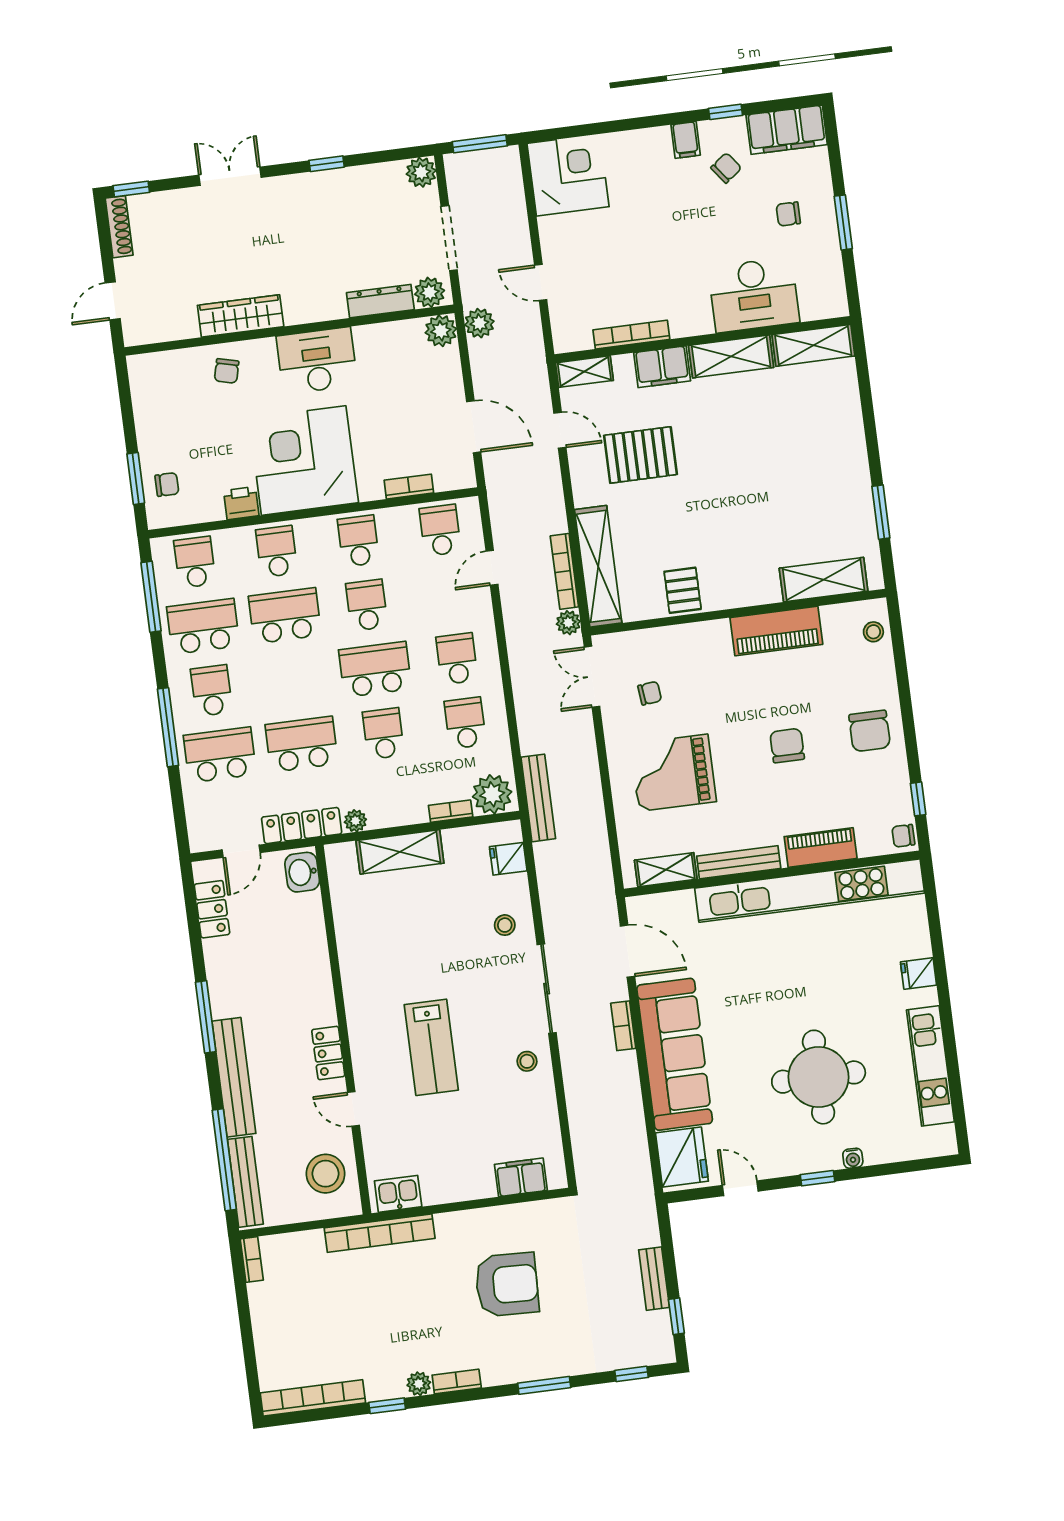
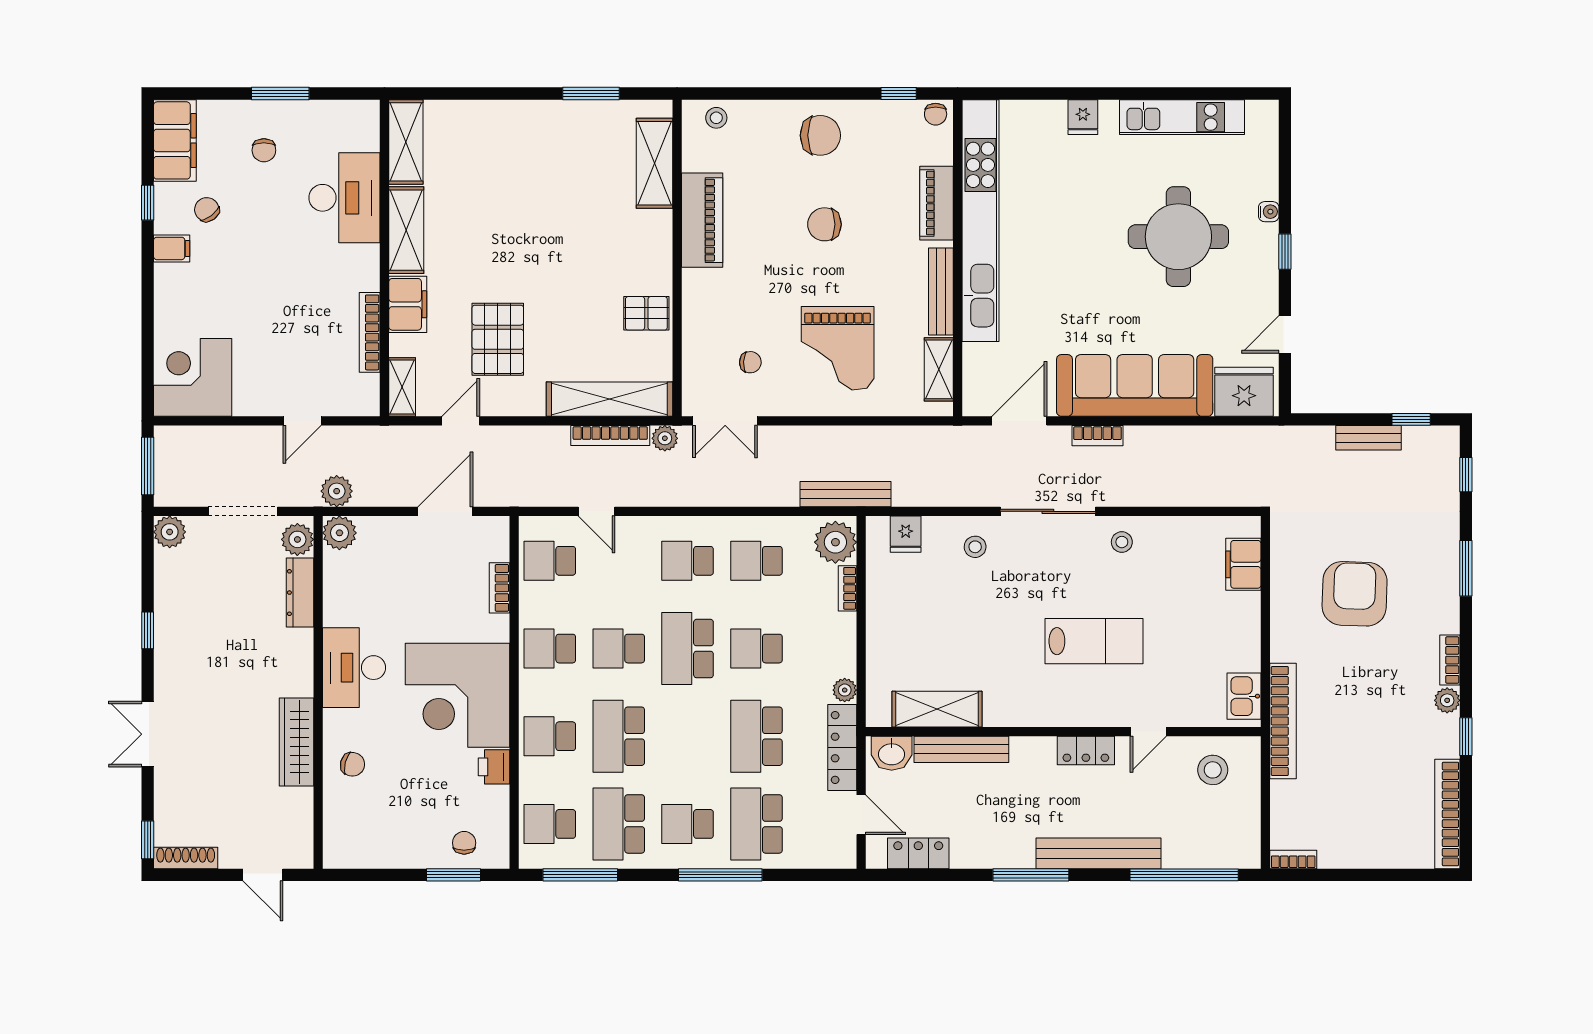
chair: (650, 693) -> (750, 362), turned 98
shelving: (400, 852) -> (937, 709), moved, turned 90
stool: (326, 1174) -> (1213, 770), width x0.73, depth x0.73
bench: (245, 1182) -> (961, 749), moved

